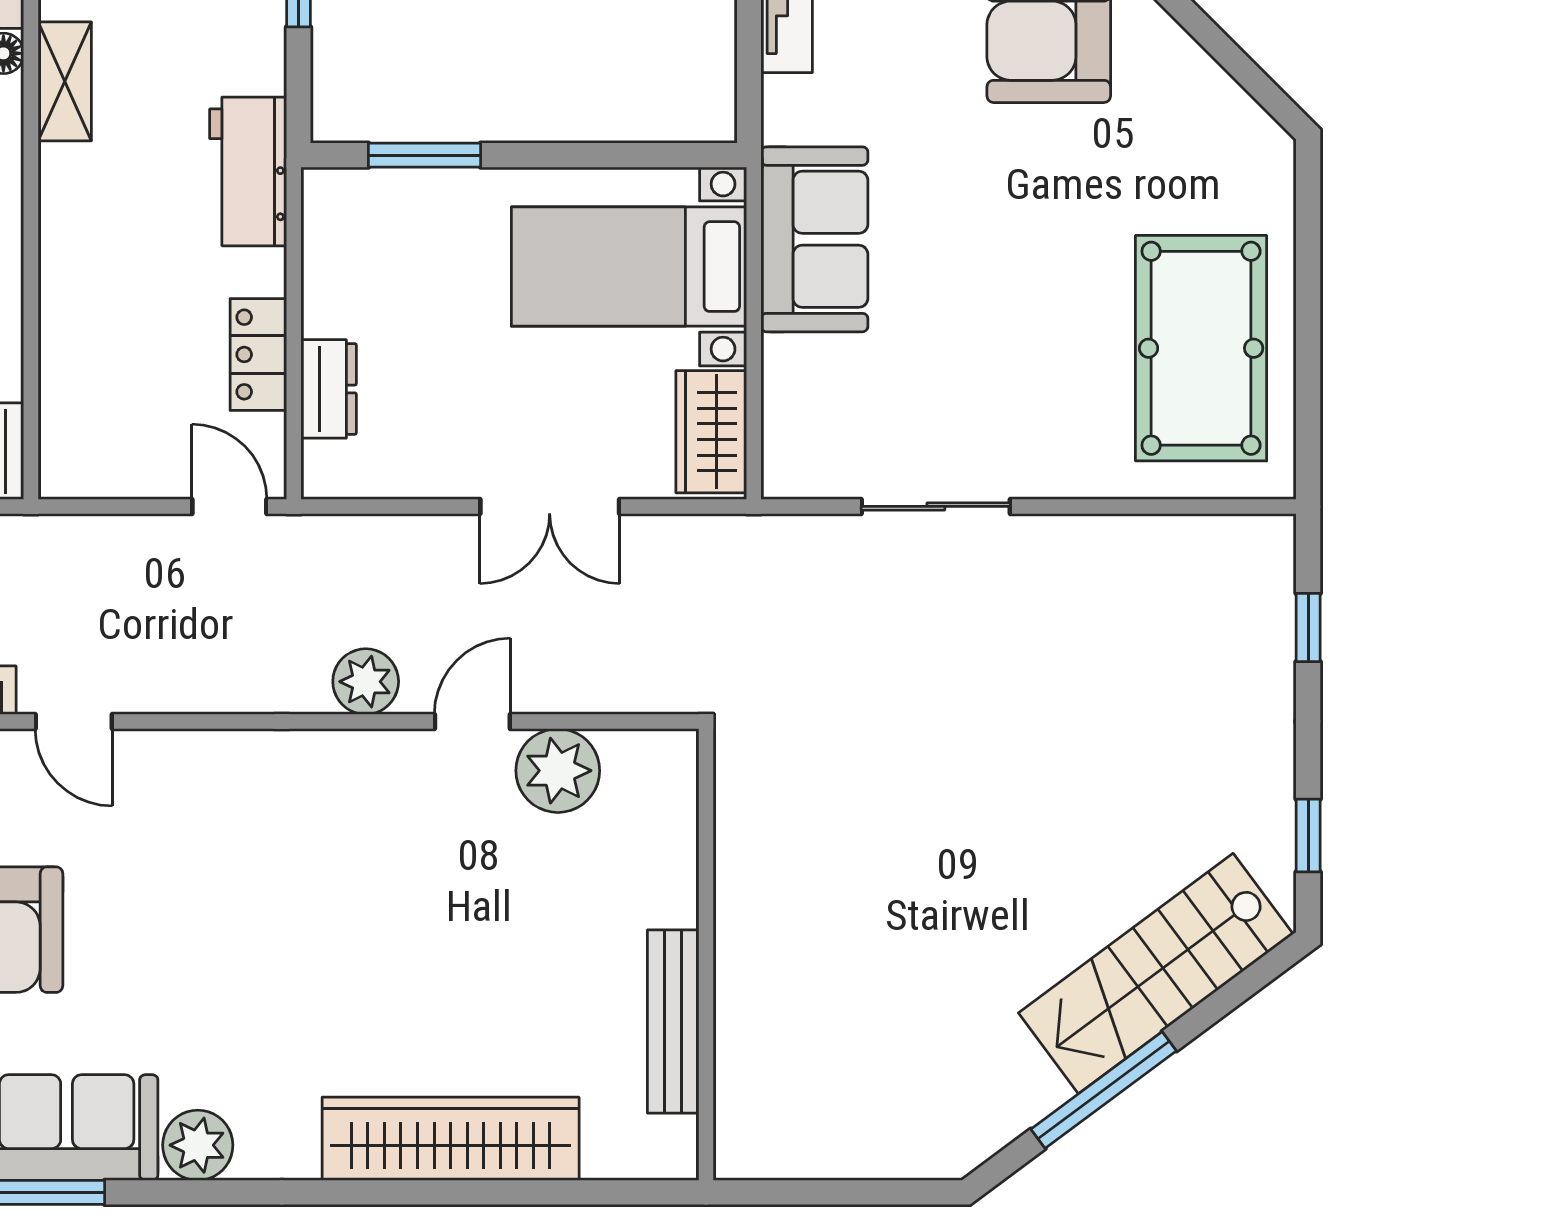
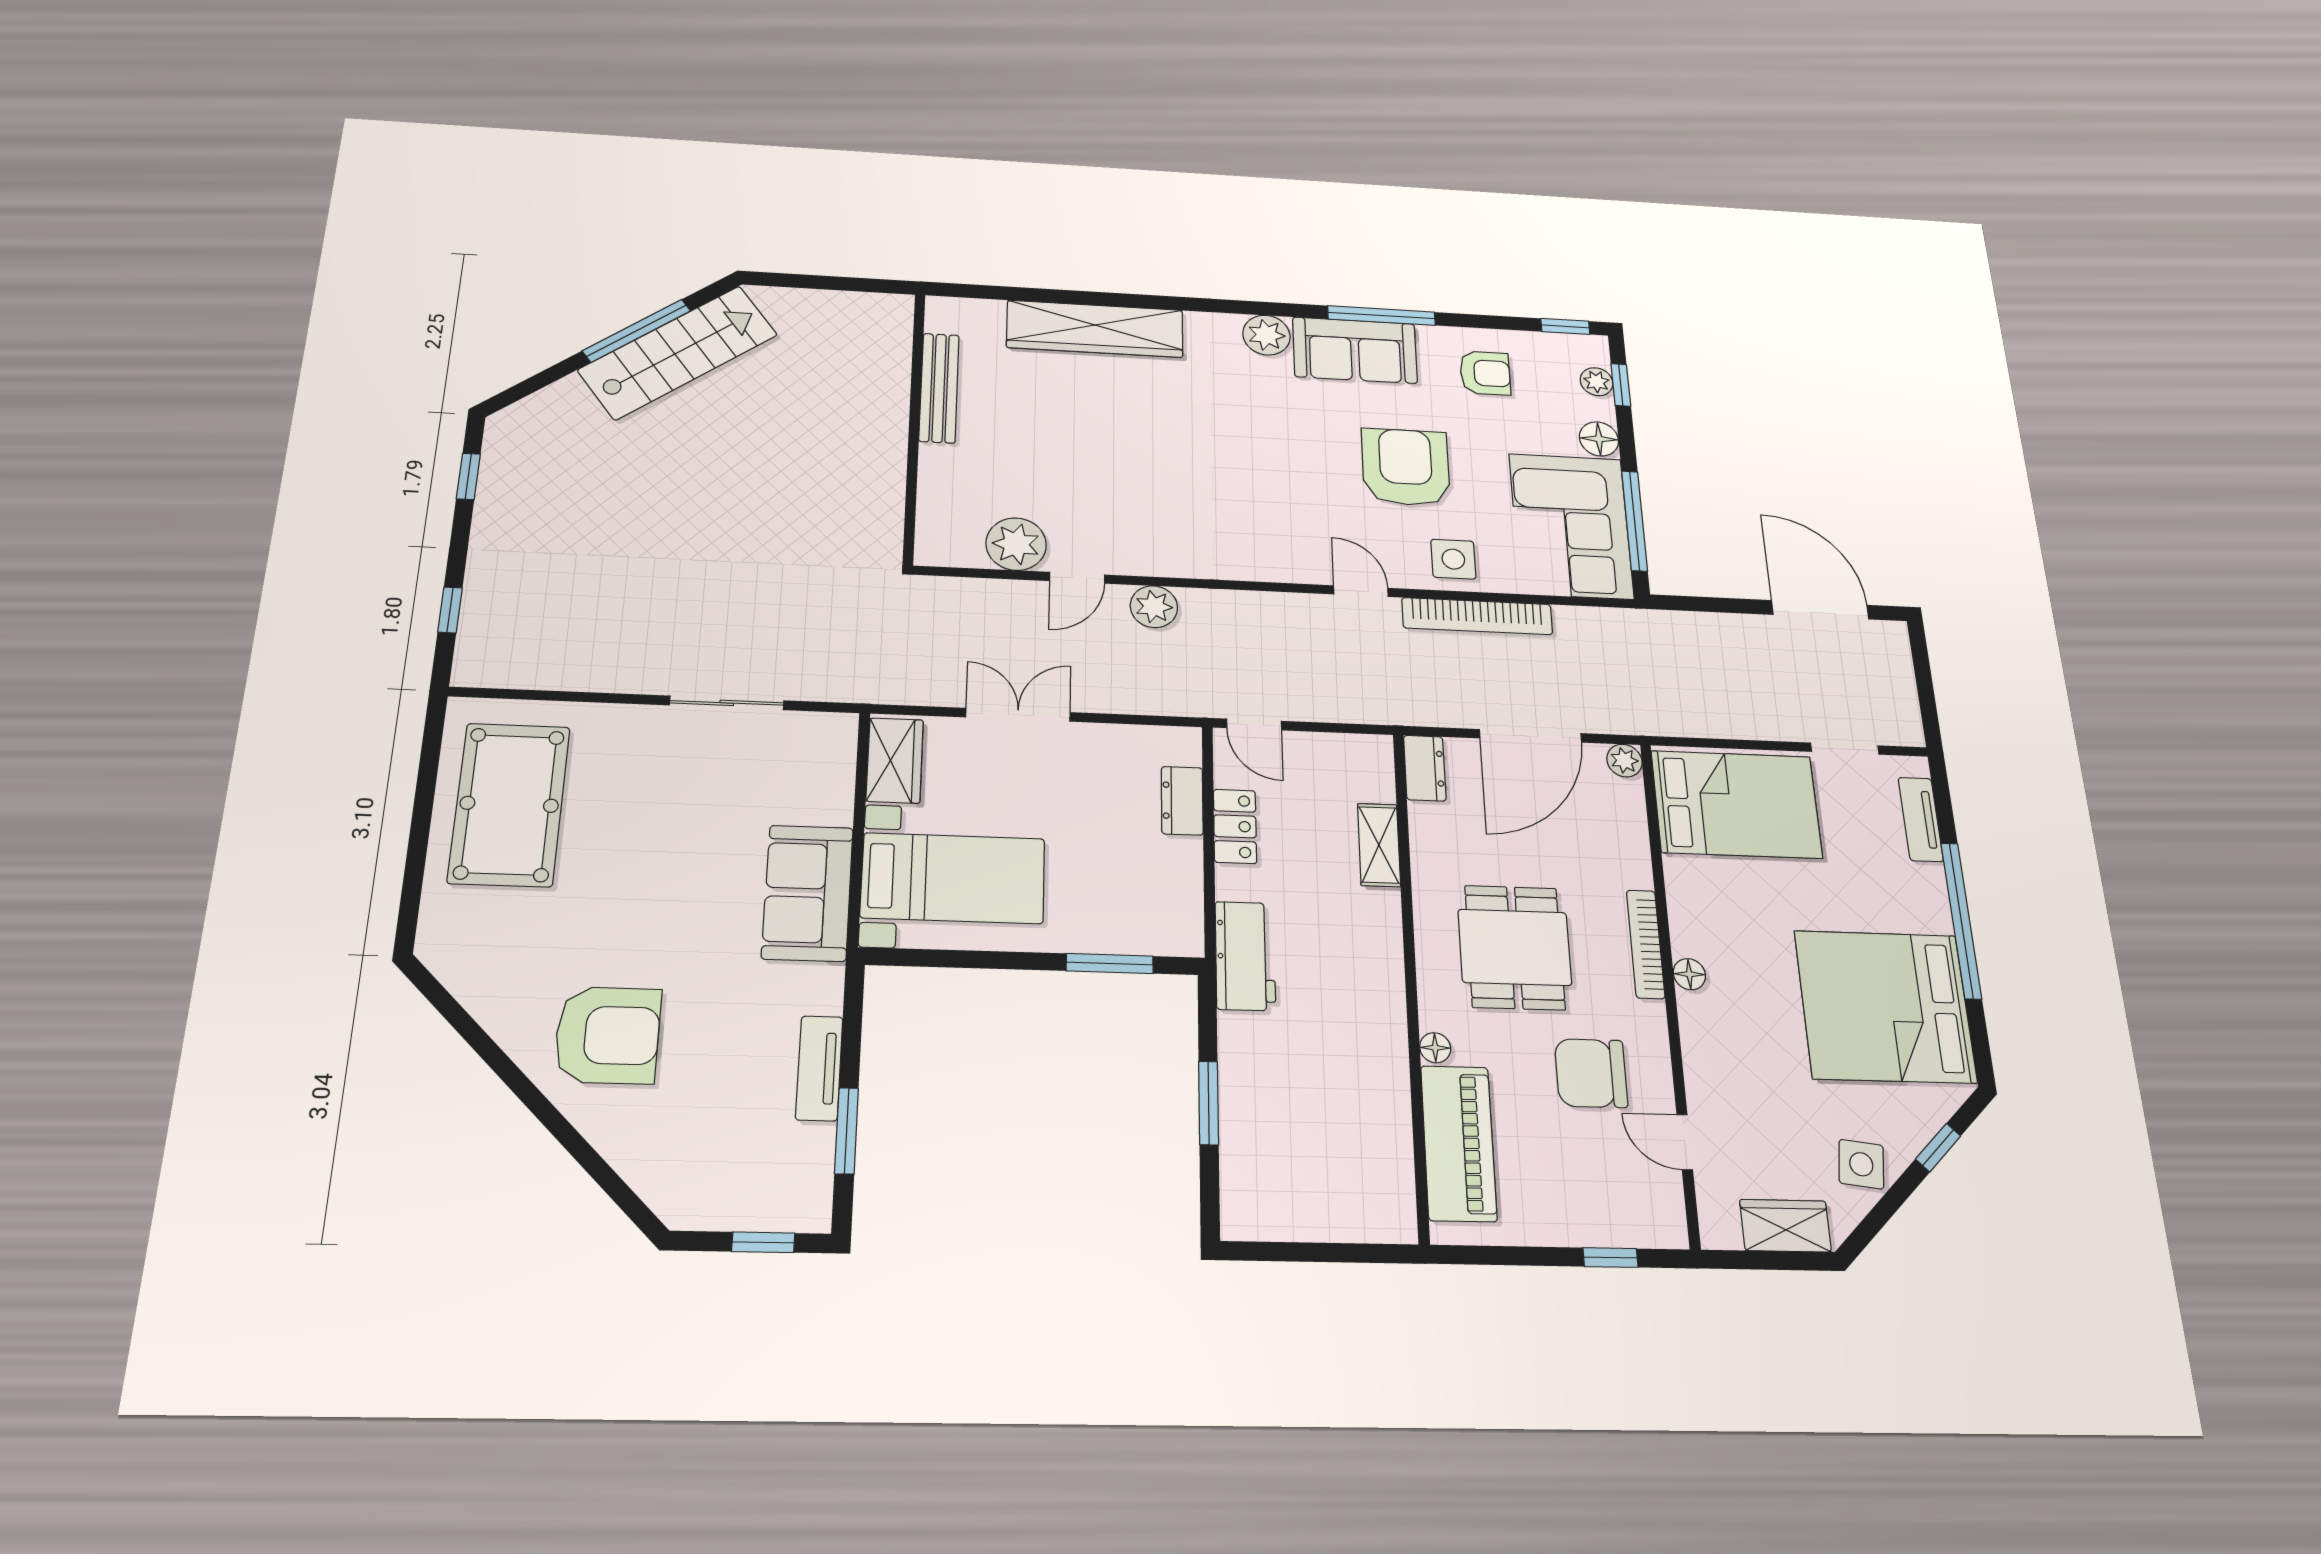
shelving: (65, 81) -> (1379, 845), moved
stairs: (1156, 973) -> (678, 352), moved

